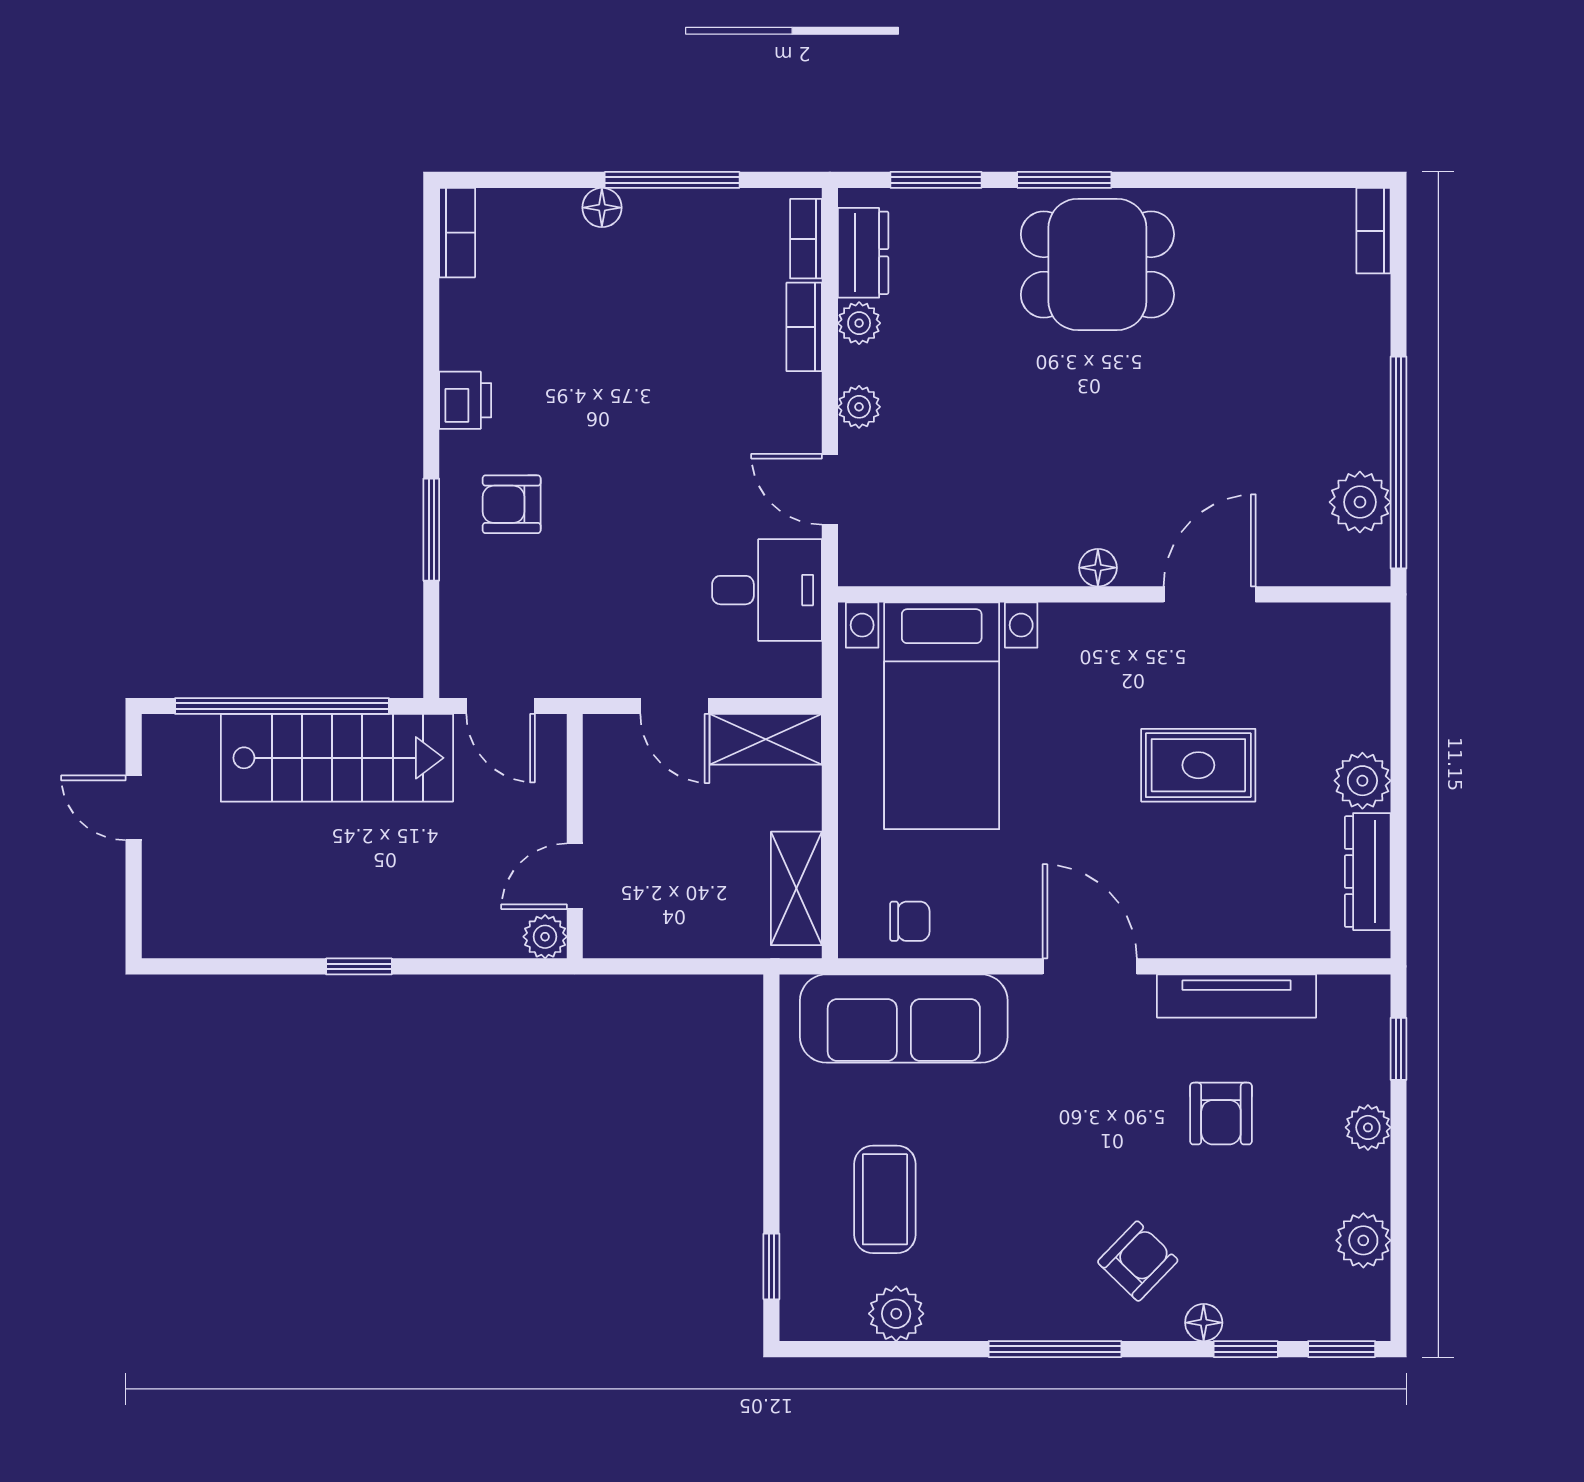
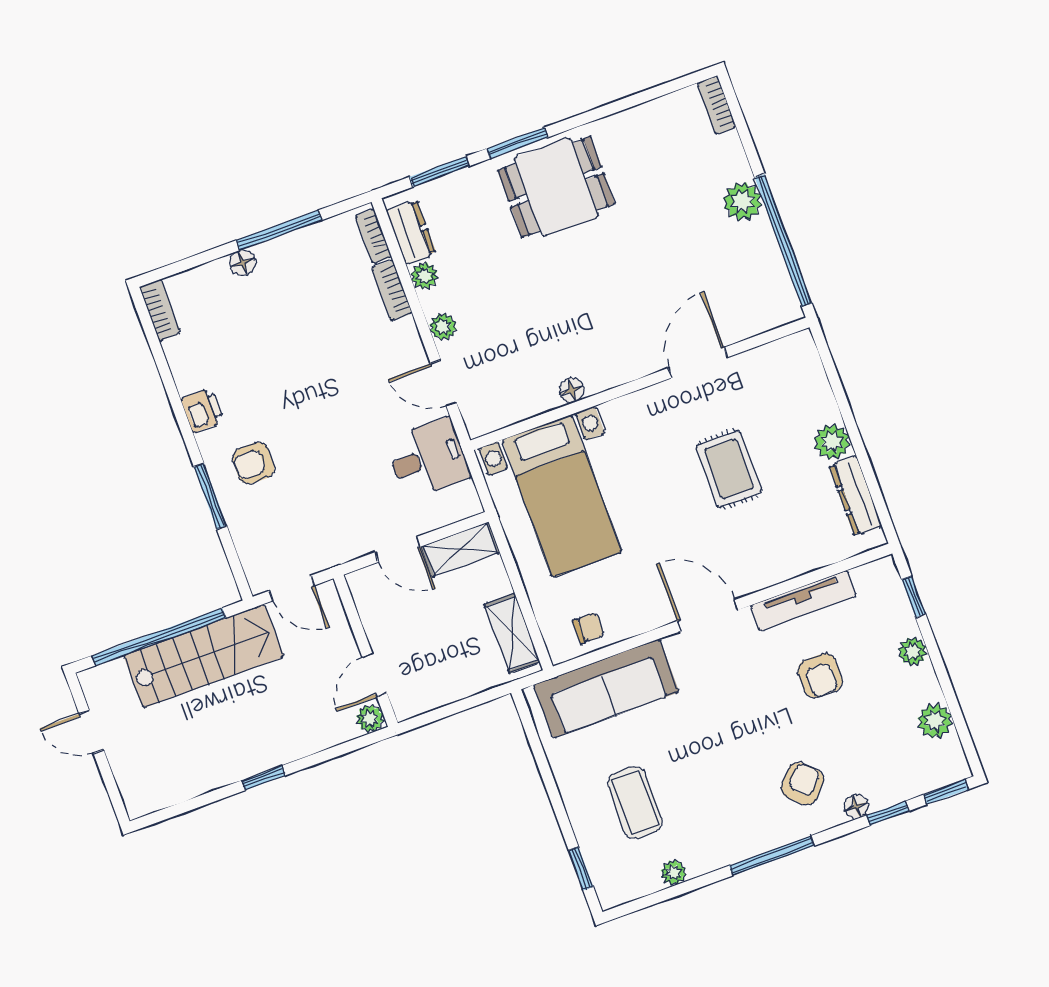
plant: (1360, 502) -> (742, 202), moved
floor lamp: (1098, 568) -> (572, 390), moved
rug: (1198, 765) -> (729, 469), turned 90
plant: (896, 1314) -> (673, 872), width x0.73, depth x0.73

